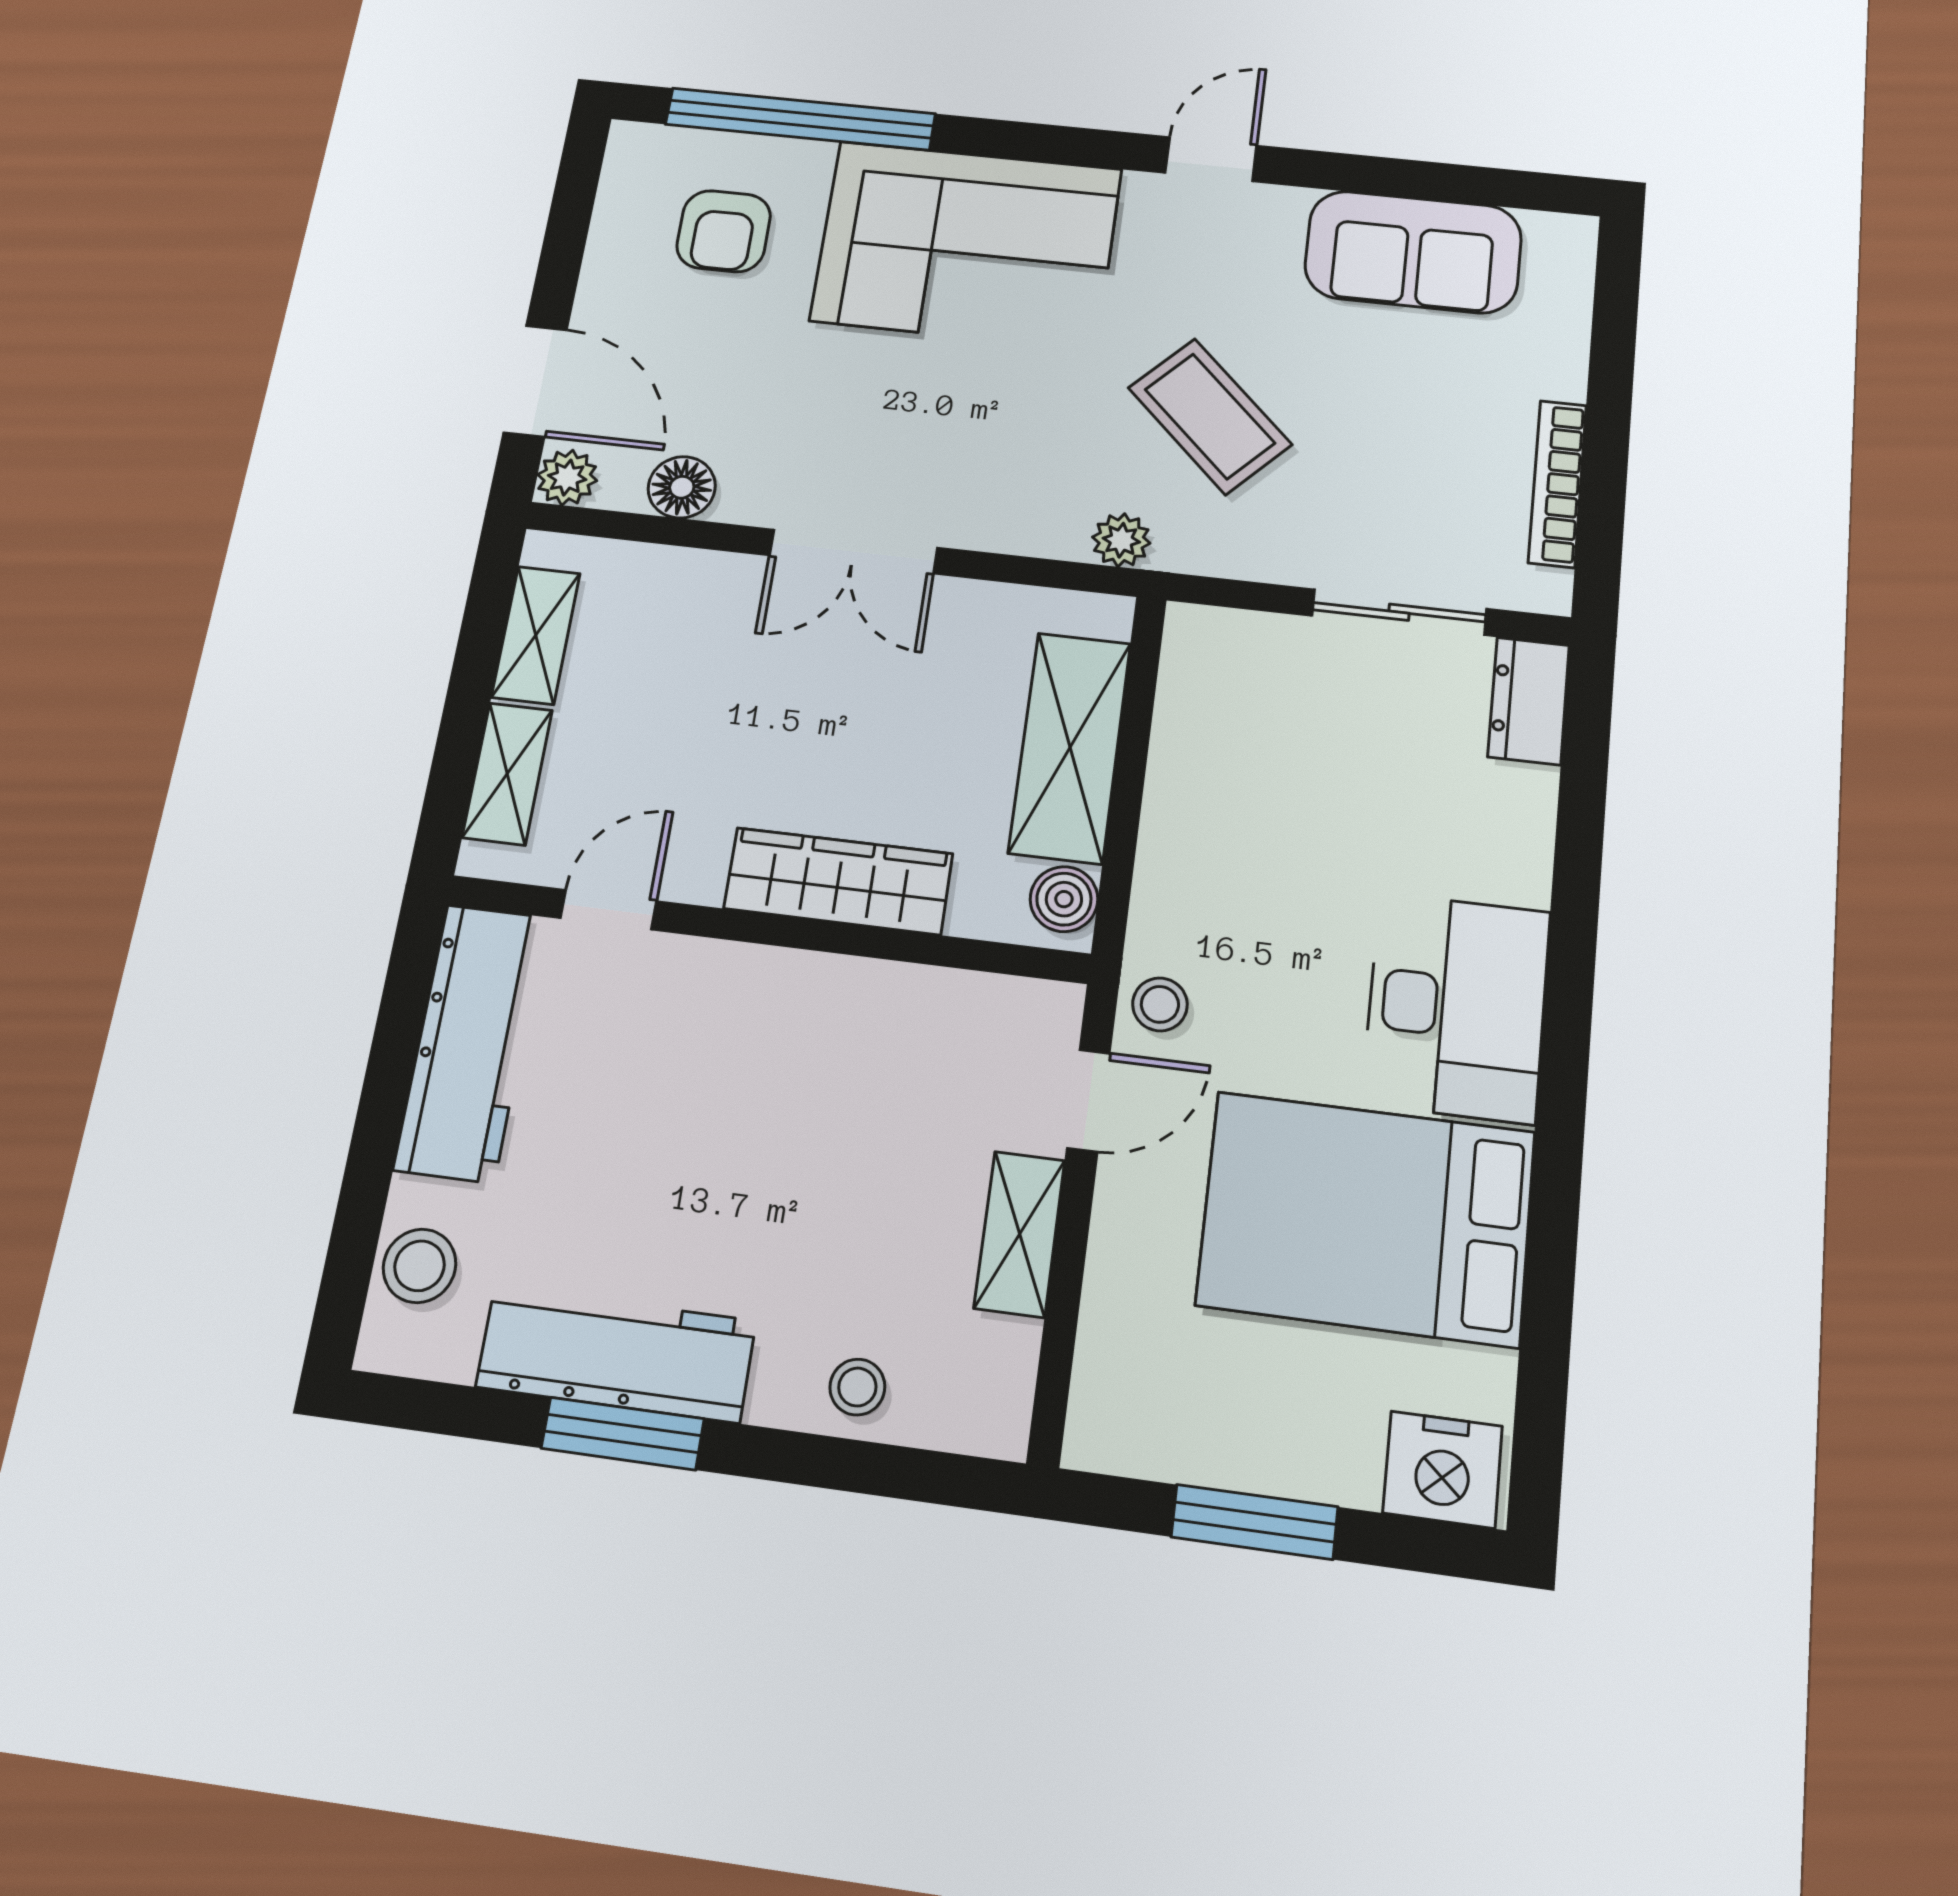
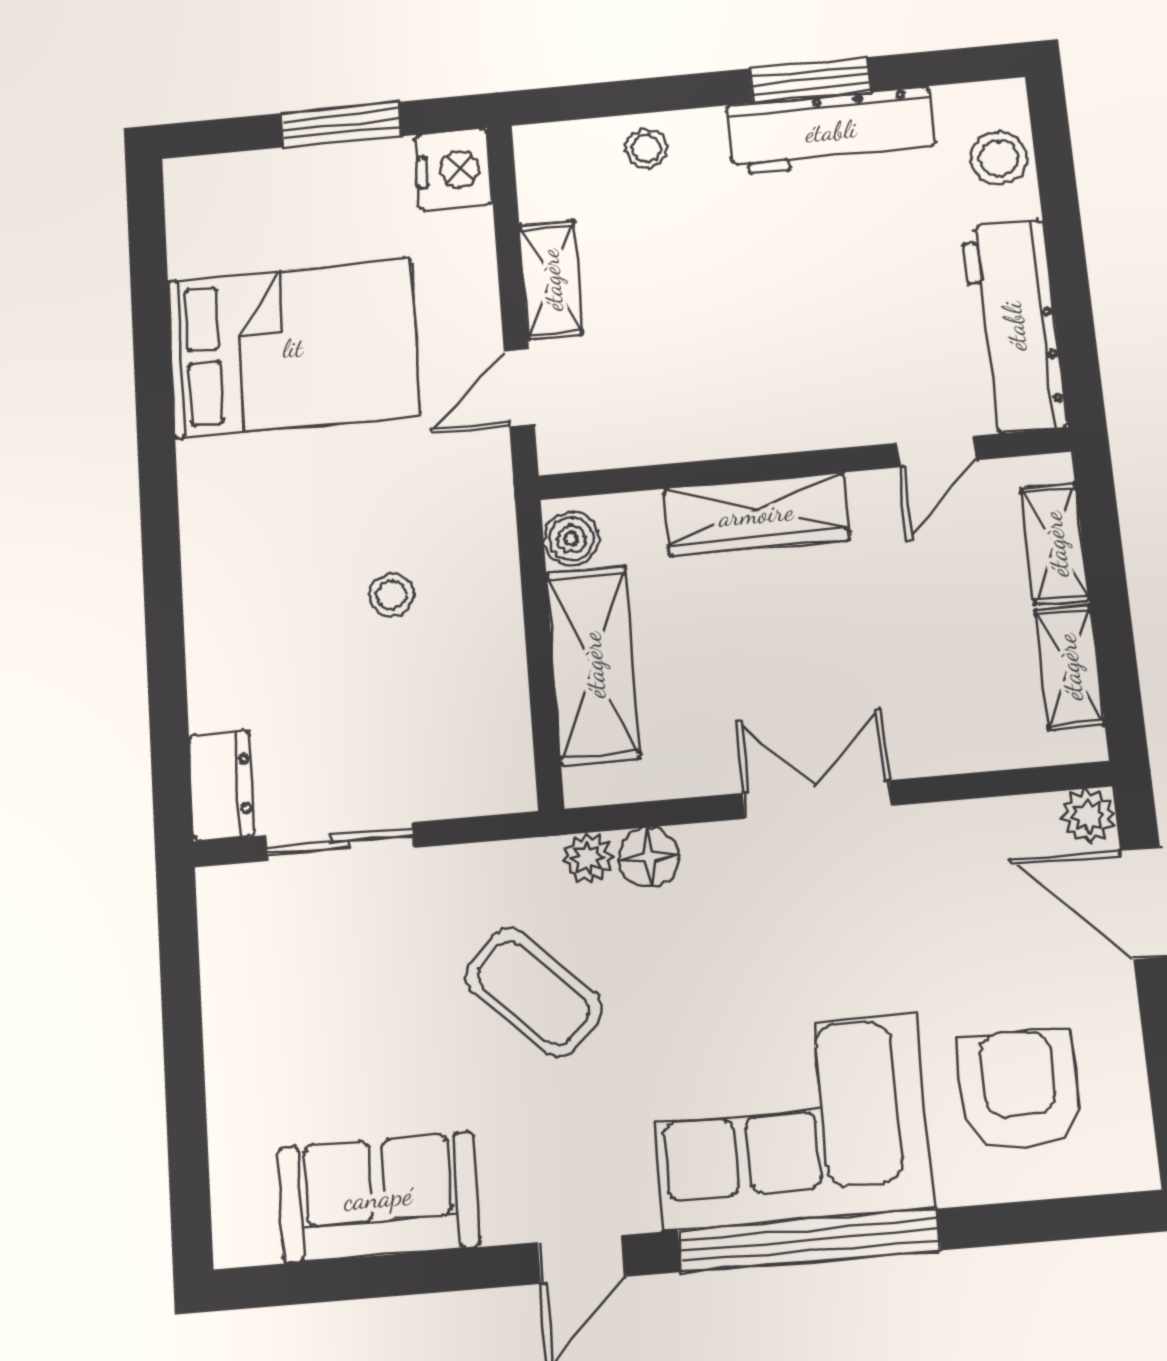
window: (800, 119) -> (809, 1240), moved
armchair: (724, 231) -> (1019, 1090), width x1.38, depth x1.38
bookcase: (1558, 484) -> (221, 990), removed
floor lamp: (682, 487) -> (649, 857), moved
stool: (1160, 1004) -> (391, 595), moved
desk: (1456, 1007) -> (247, 520), removed
nightstand: (1443, 1470) -> (453, 170), moved, turned 90

